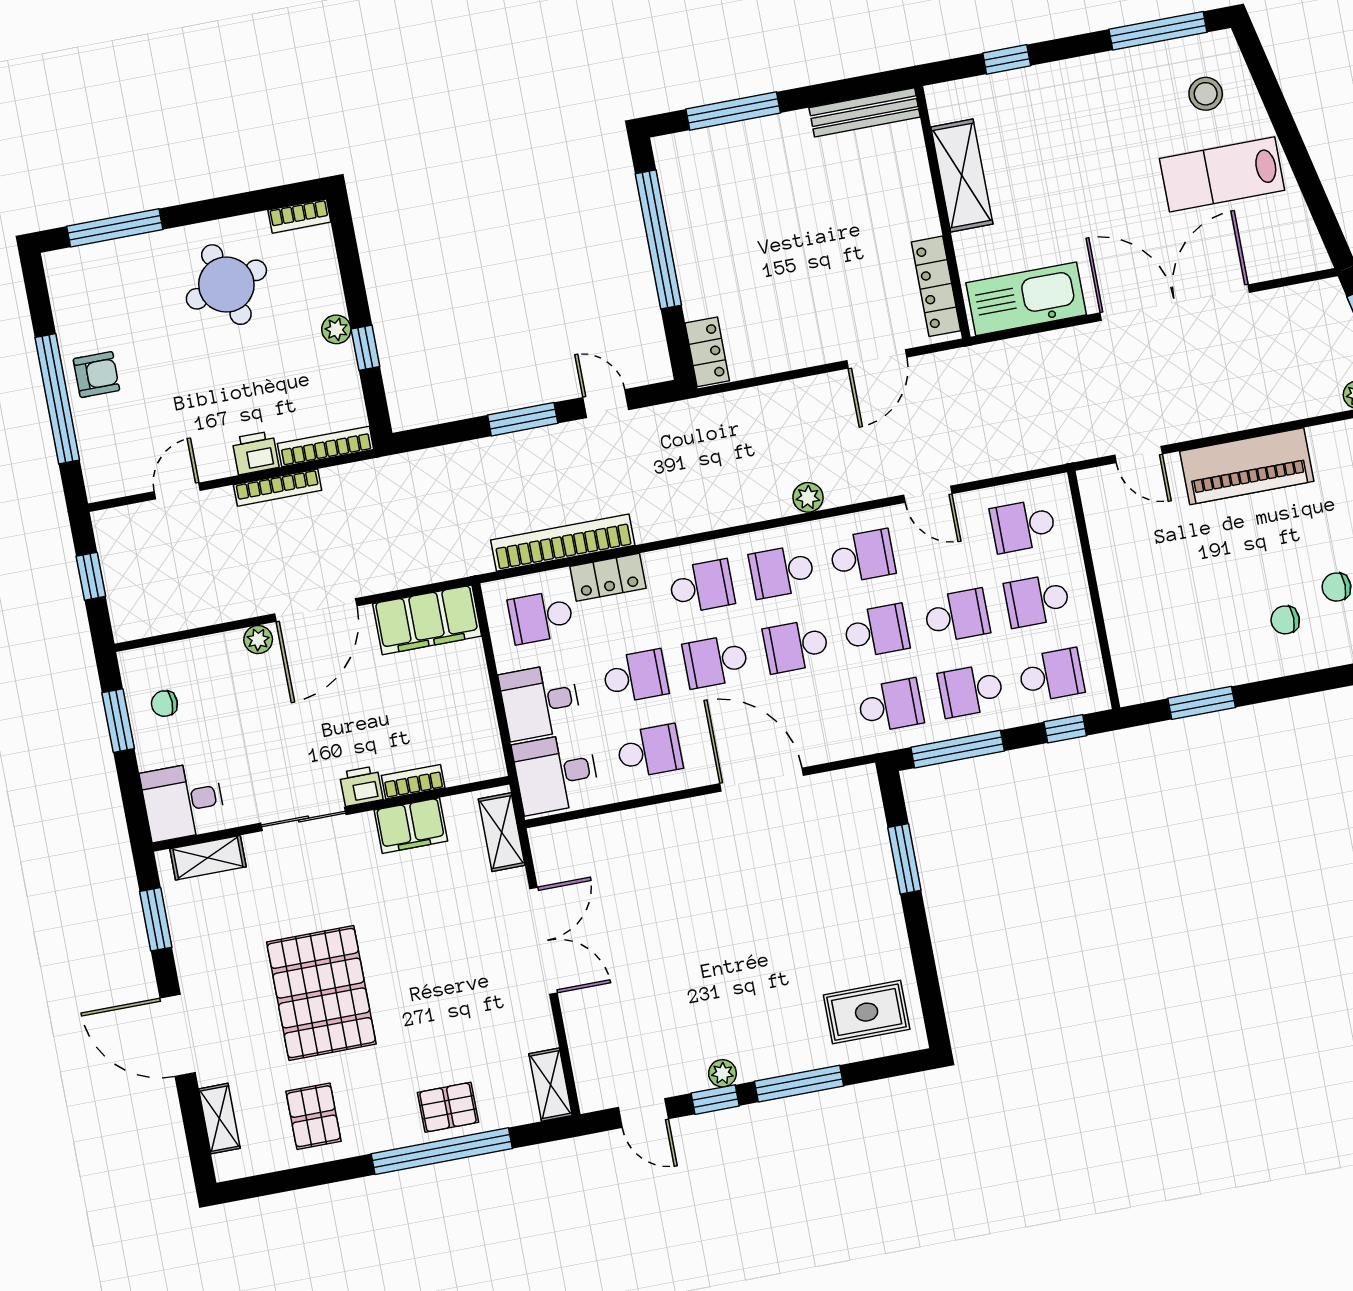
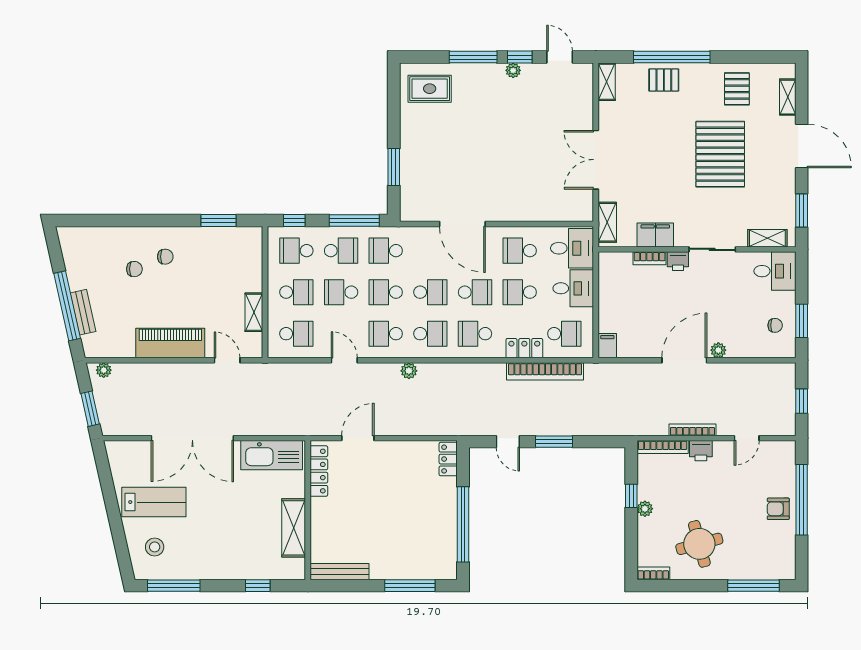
shelving: (1107, 550) -> (254, 312), added
filing cabinet: (427, 620) -> (607, 346), width x0.33, depth x0.86

